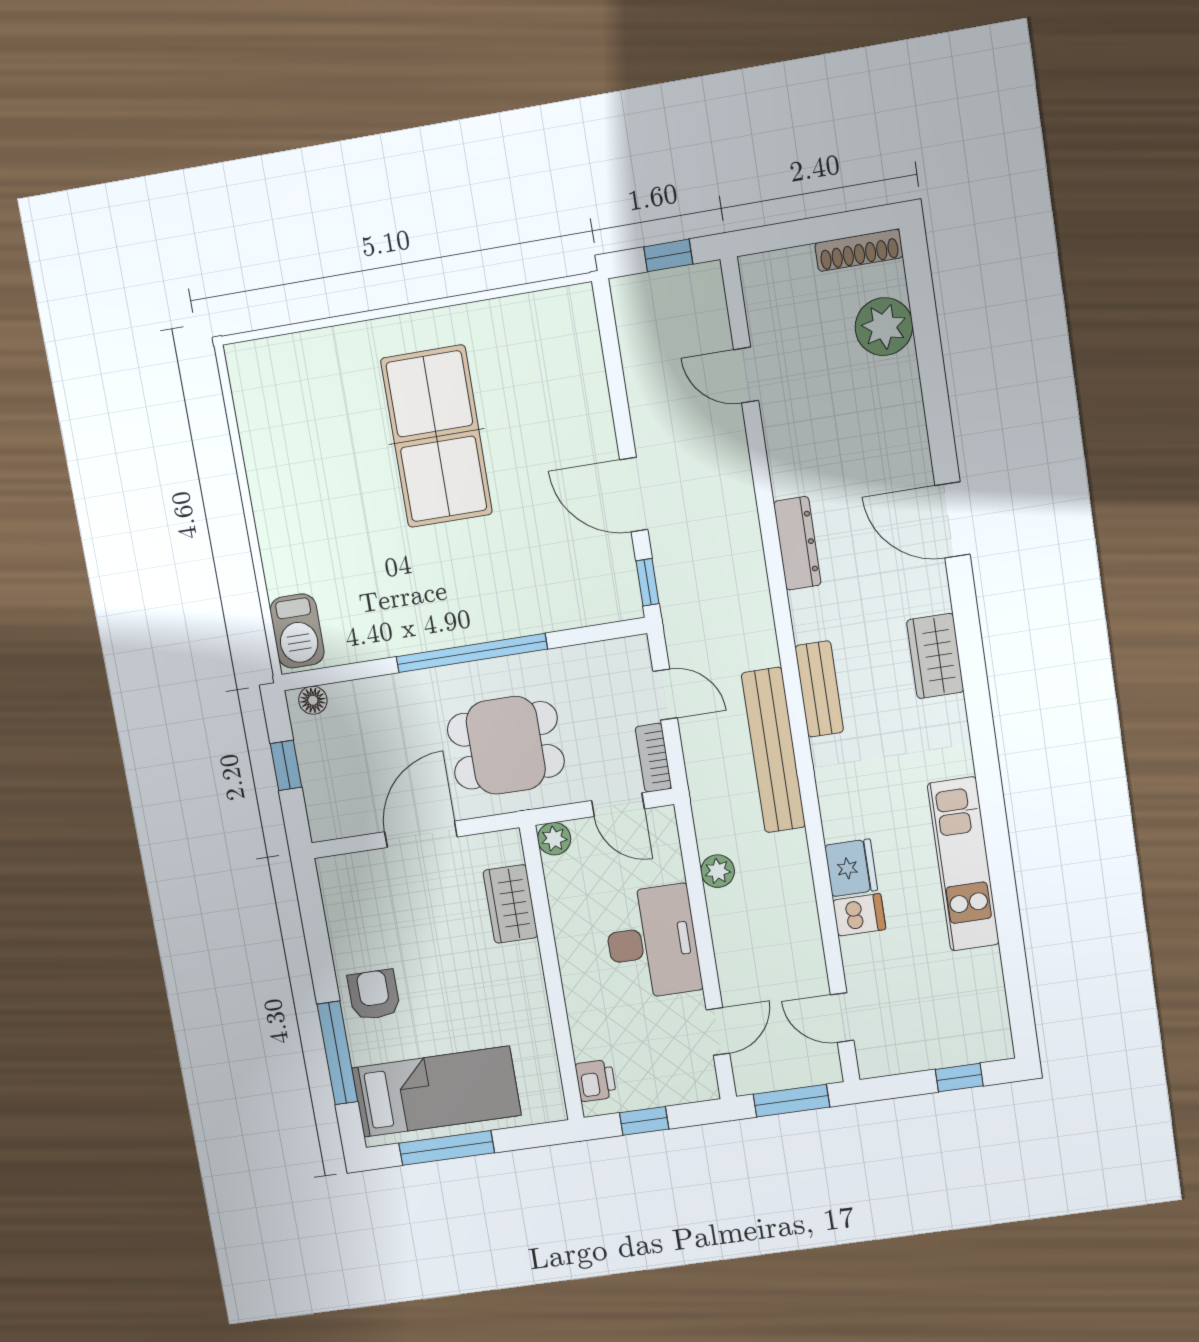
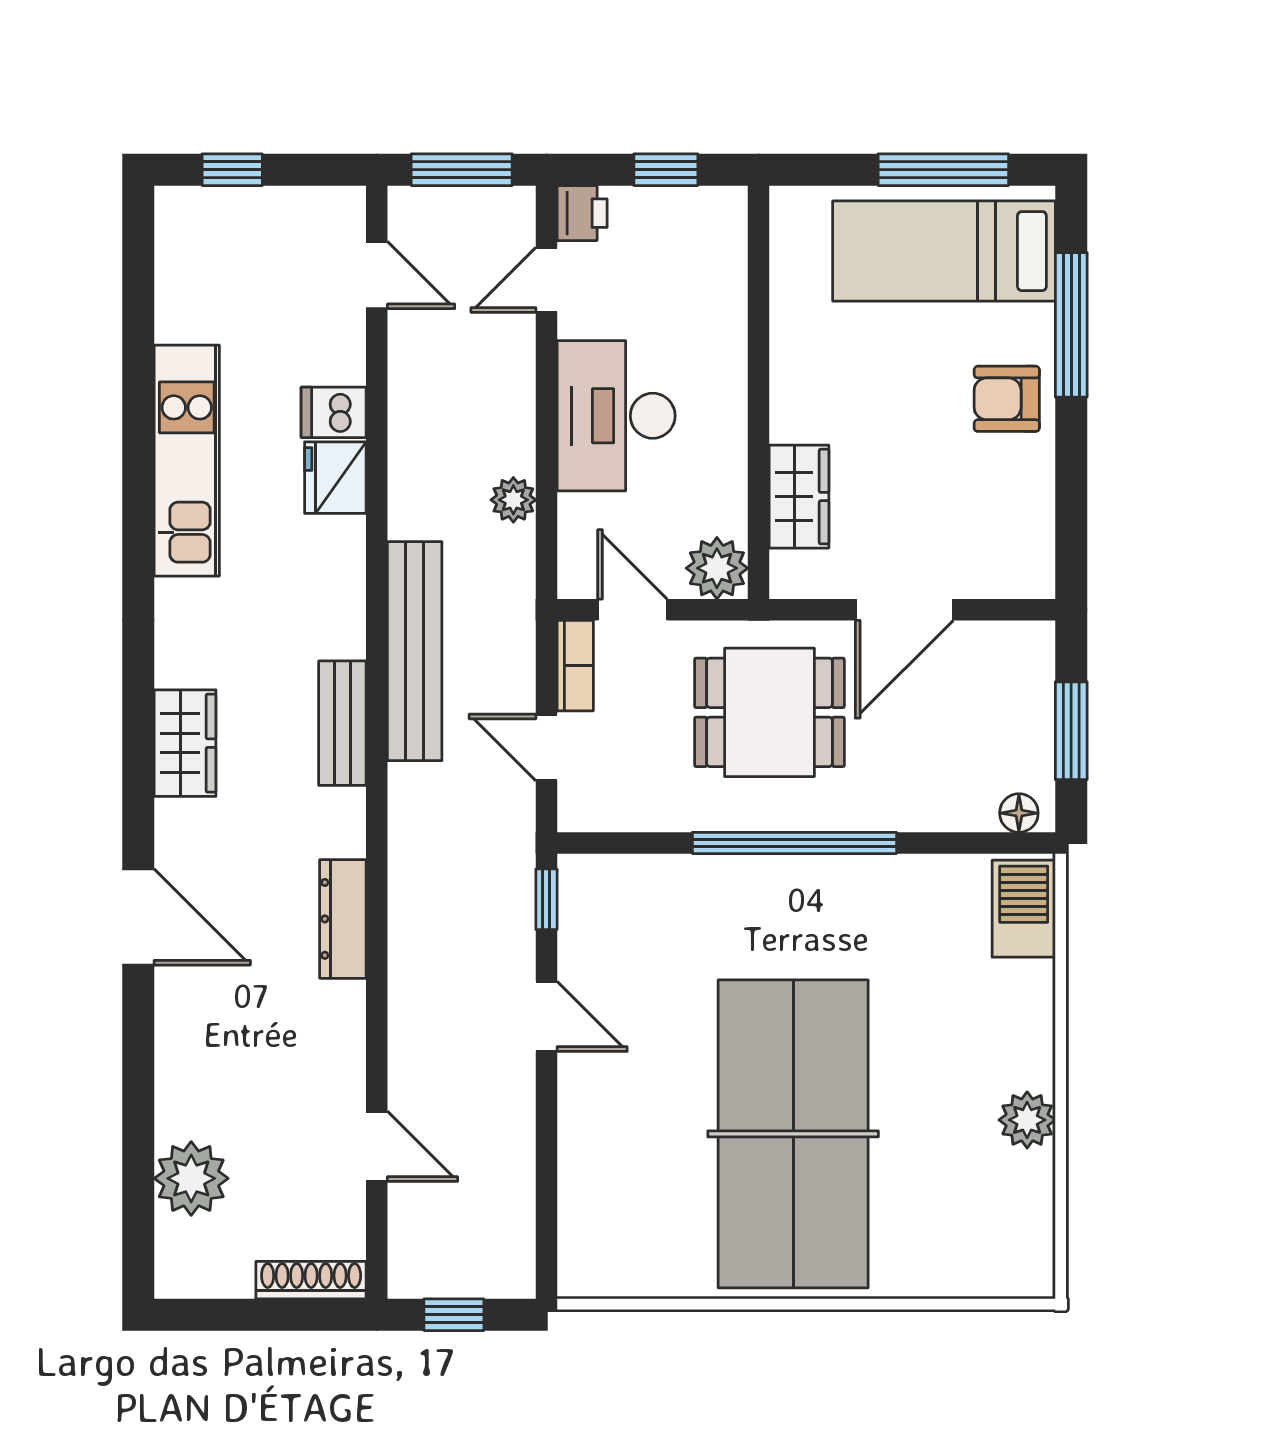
shoe rack: (859, 250) -> (311, 1280), moved
table tennis table: (437, 436) -> (793, 1134), width x1.36, depth x1.32
plant: (267, 475) -> (1027, 1120), added
door: (634, 495) -> (546, 1016), width x0.73
window: (286, 766) -> (1071, 731), width x1.50
plant: (554, 839) -> (717, 568), width x1.38, depth x1.38
armchair: (374, 995) -> (1007, 399), turned 90
printer: (596, 1081) -> (582, 213), moved, turned 180

